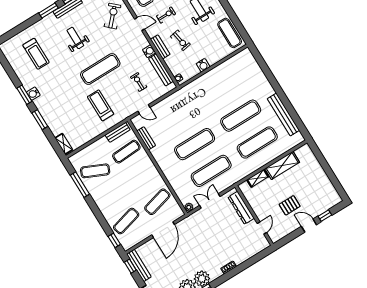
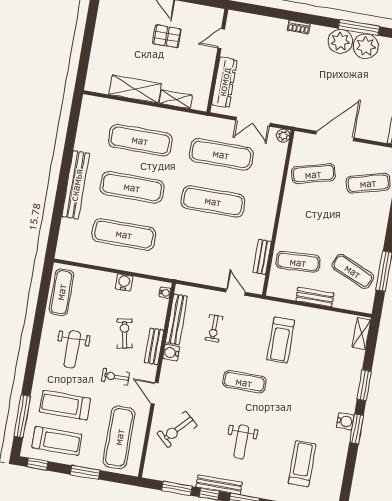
exercise mat: (100, 69) -> (244, 382), width x0.73, depth x0.69
exercise mat: (224, 89) -> (124, 234), added
bench: (283, 115) -> (76, 185), moved
bench: (118, 132) -> (315, 297), moved

